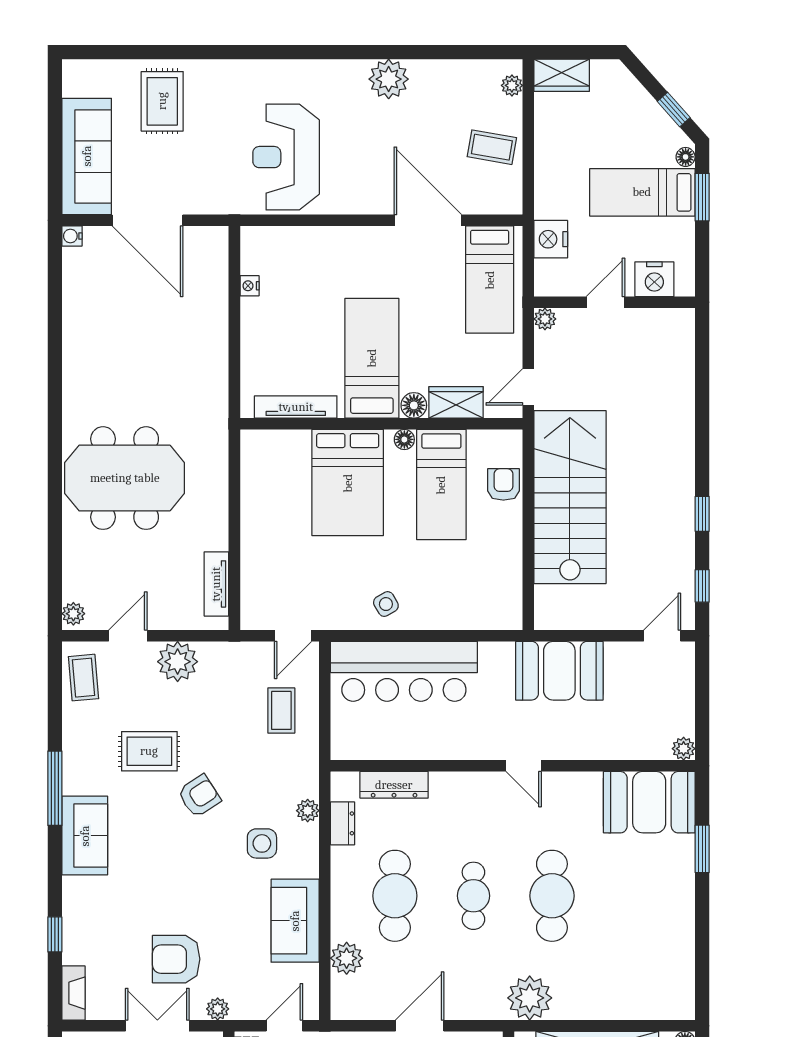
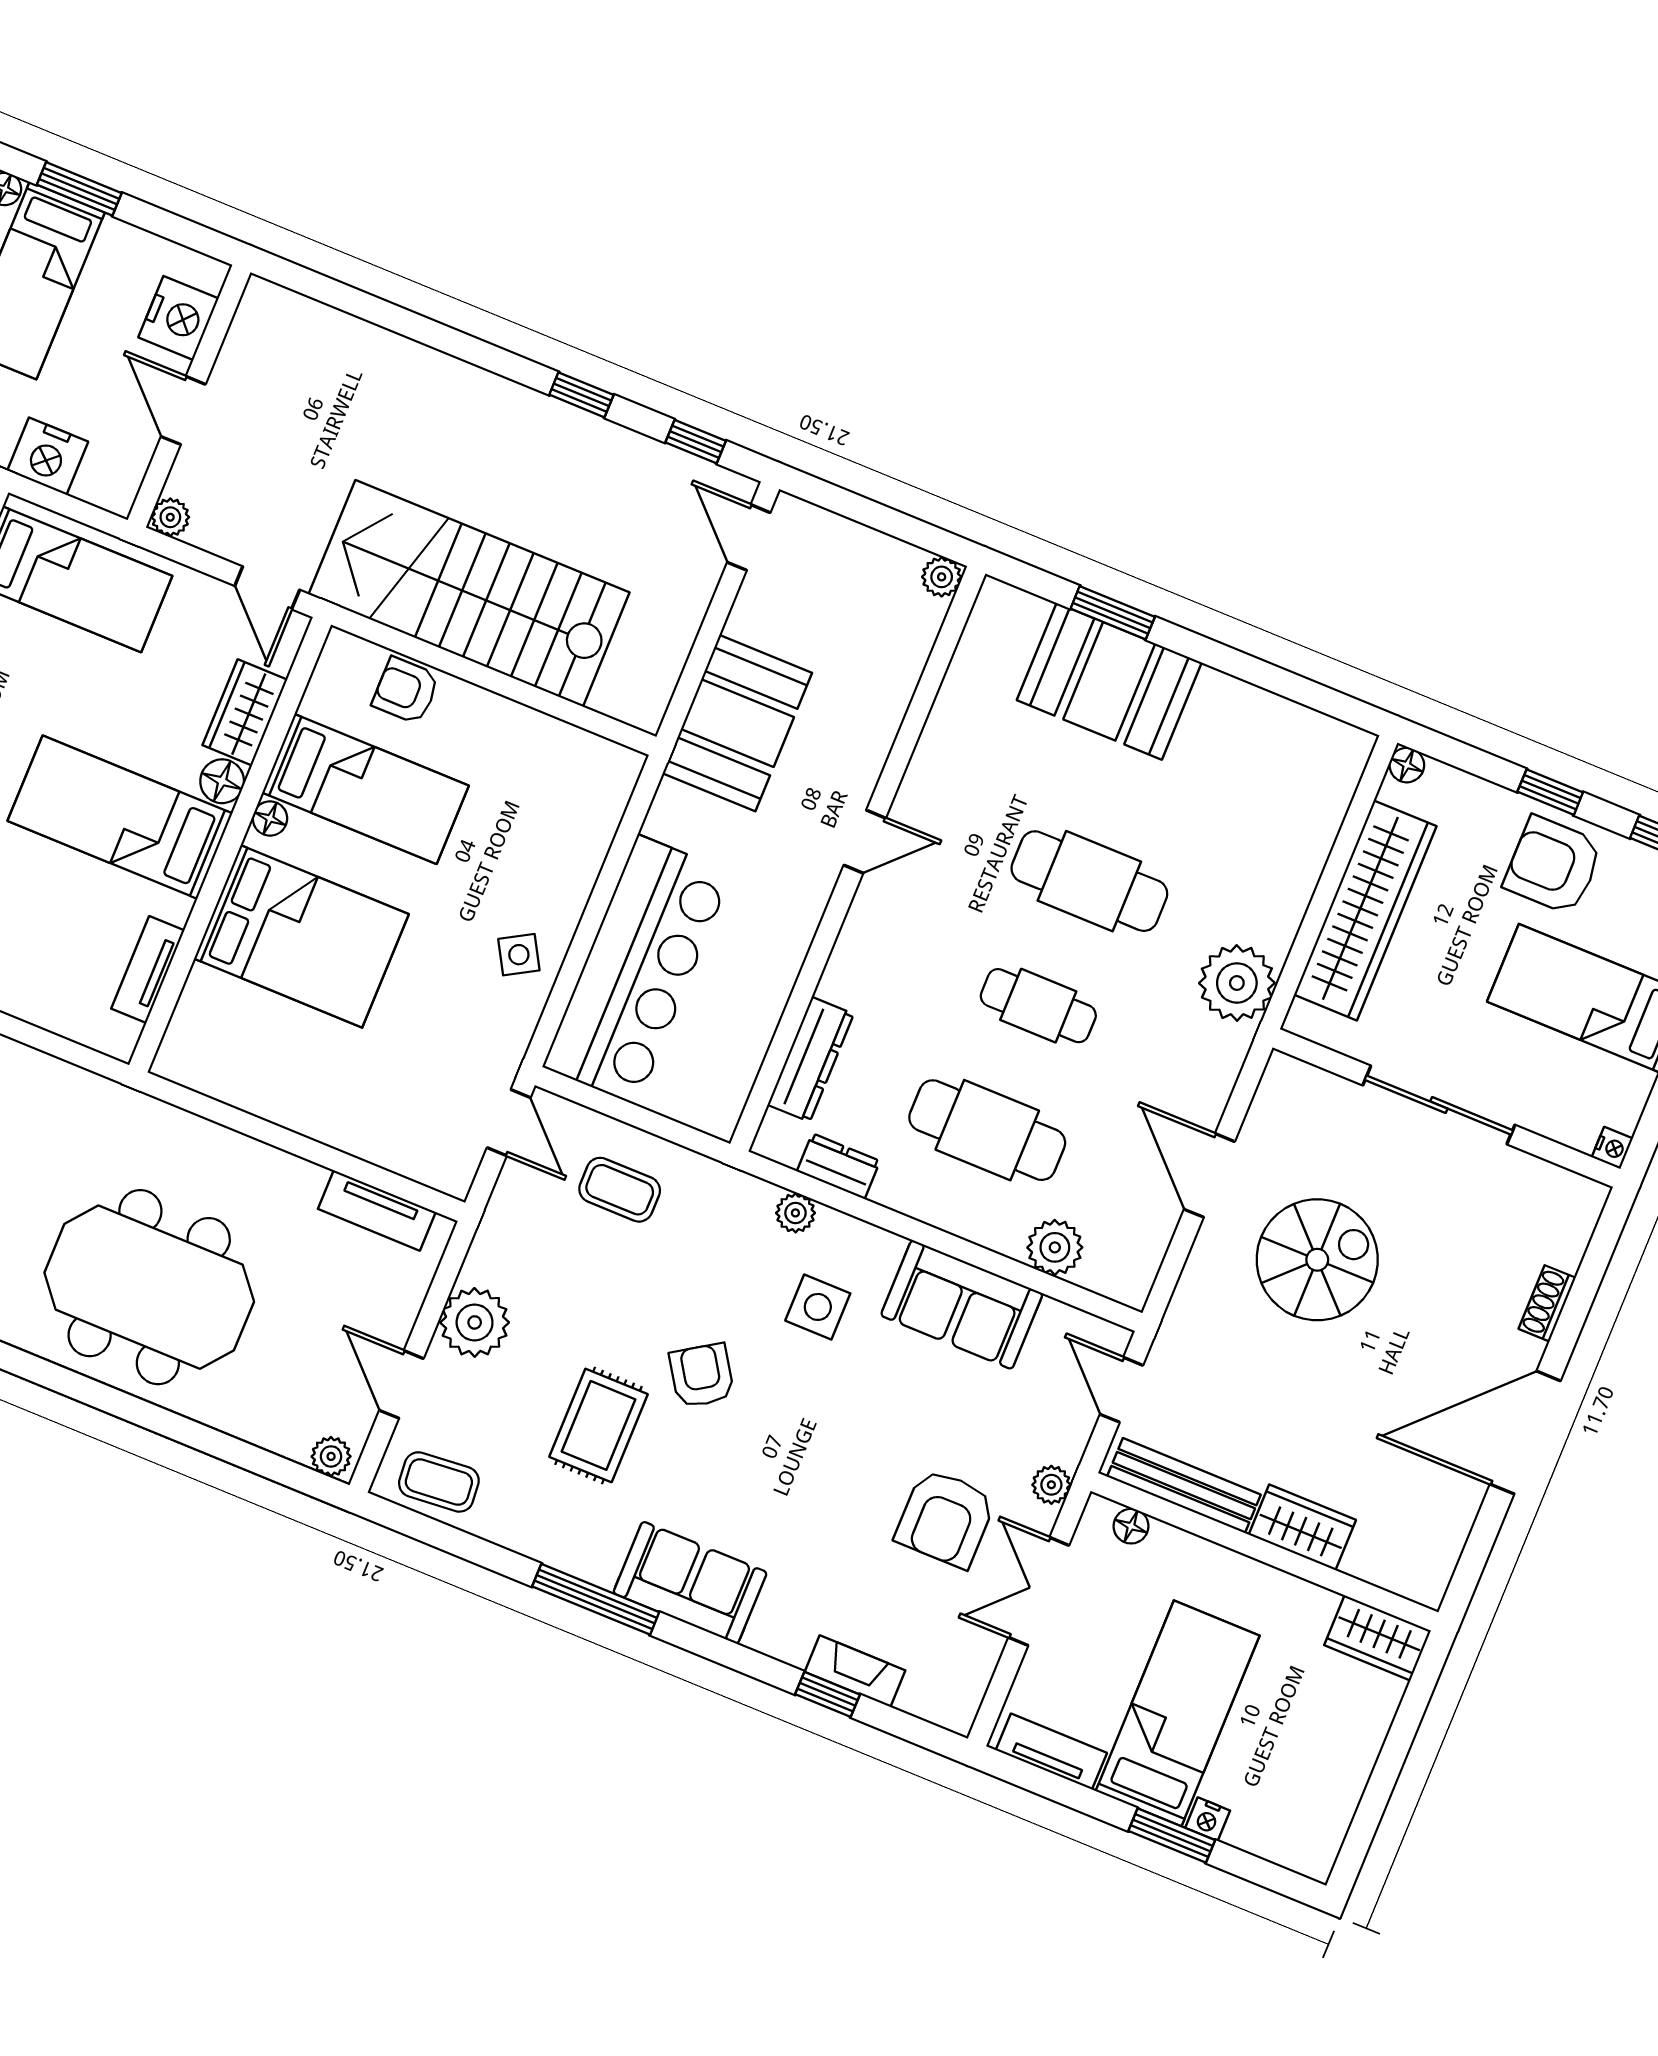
tv unit: (296, 407) -> (148, 970), width x0.71
meeting table: (125, 478) -> (149, 1287), turned 90
booth: (649, 802) -> (1109, 681), moved, turned 90
fireplace: (74, 993) -> (855, 1671), moved

